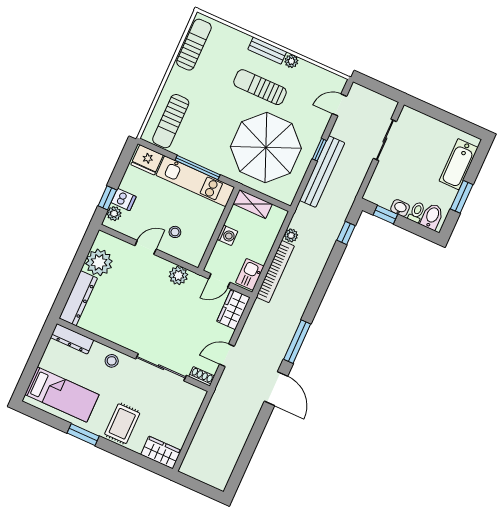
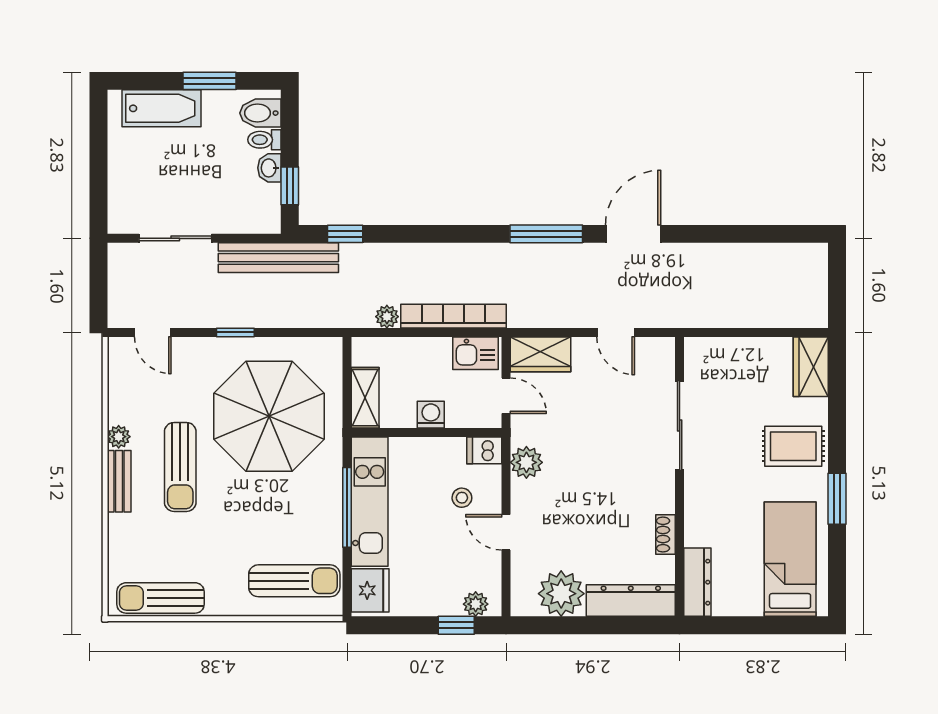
bench: (322, 172) -> (278, 258), moved
dishwasher: (124, 200) -> (484, 450), moved, turned -90
stool: (112, 361) -> (704, 506), removed
shoe rack: (202, 376) -> (665, 535), moved

